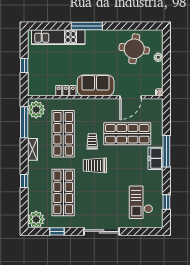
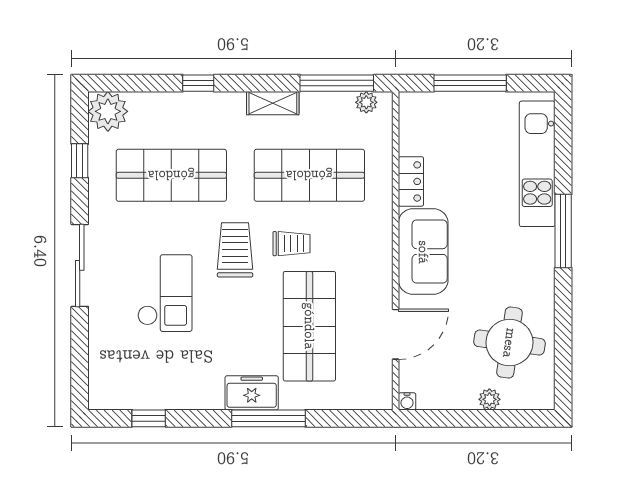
window: (24, 66) -> (470, 83), width x2.17
door: (131, 97) -> (396, 334), swing flipped
plant: (36, 110) -> (366, 102), width x0.53, depth x0.53
checkout: (141, 202) -> (165, 293), moved, turned 90

